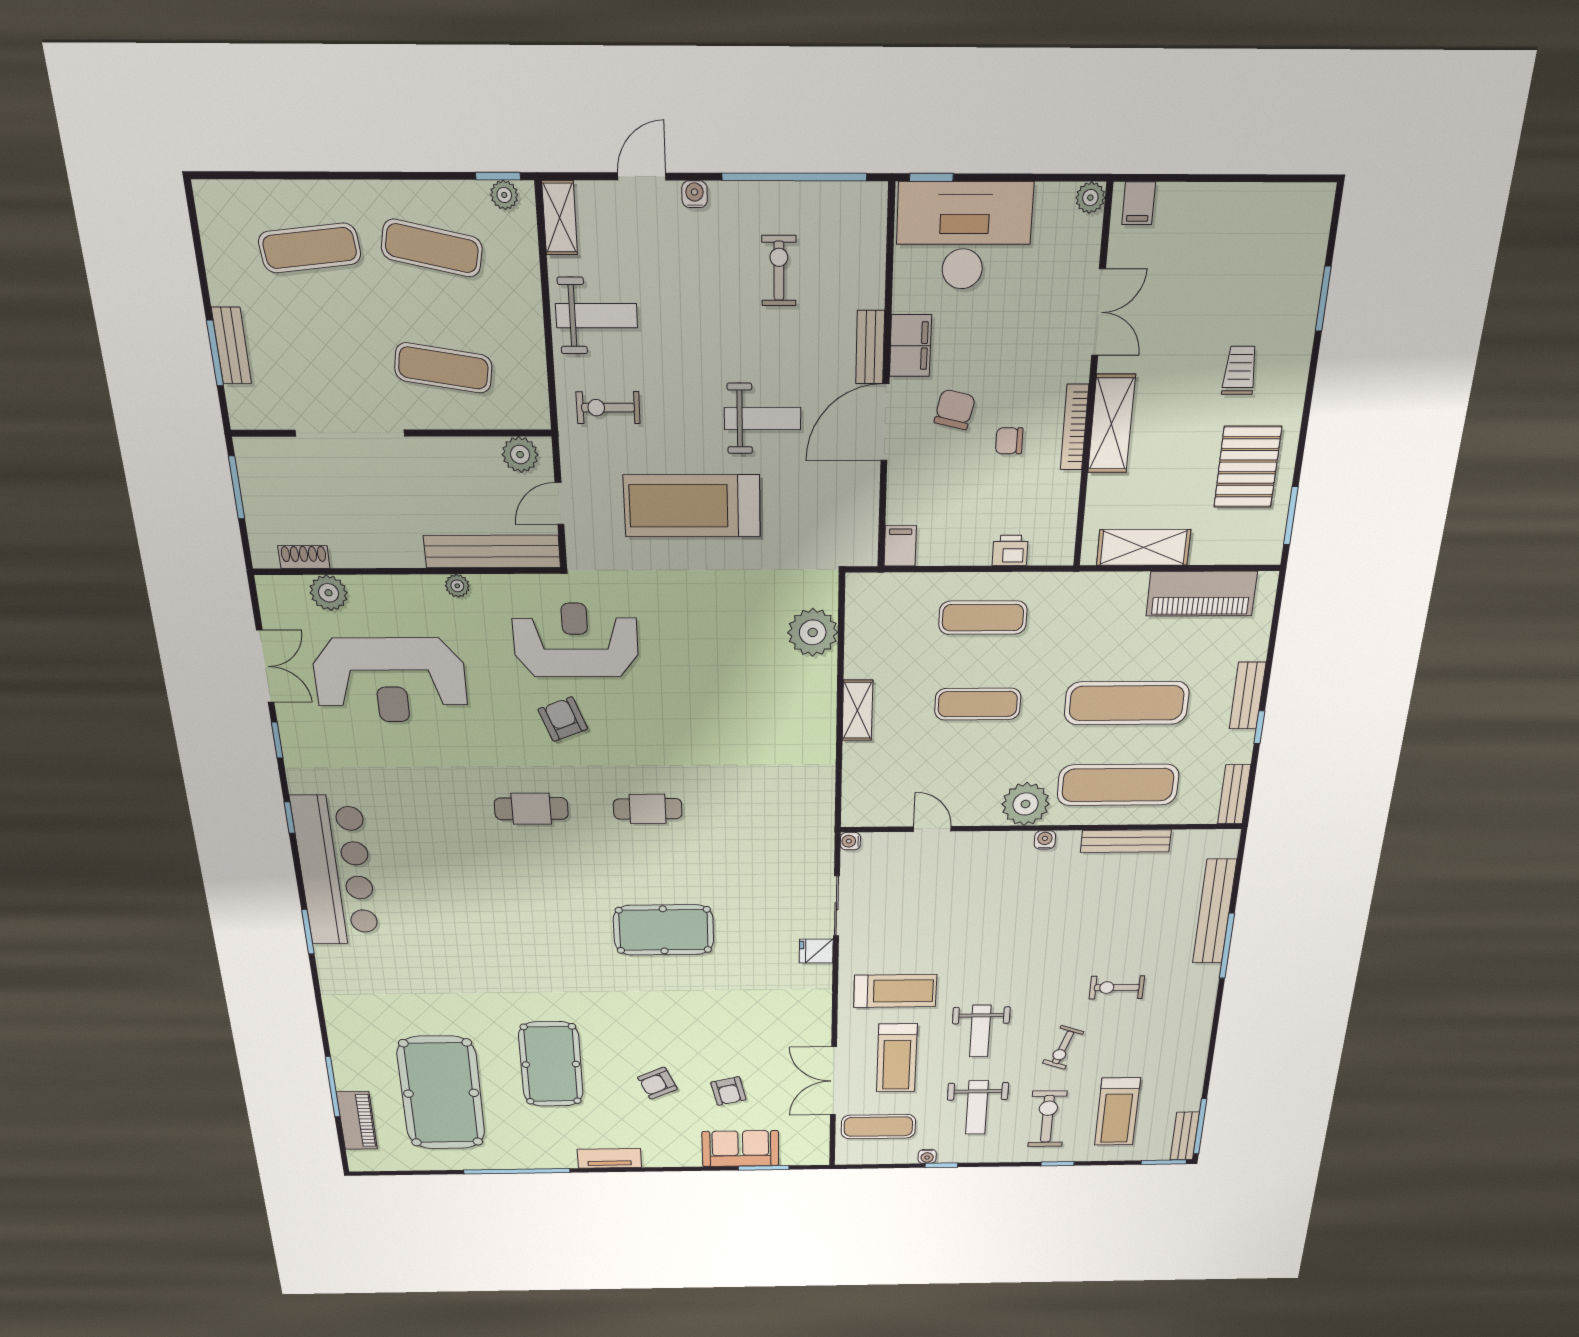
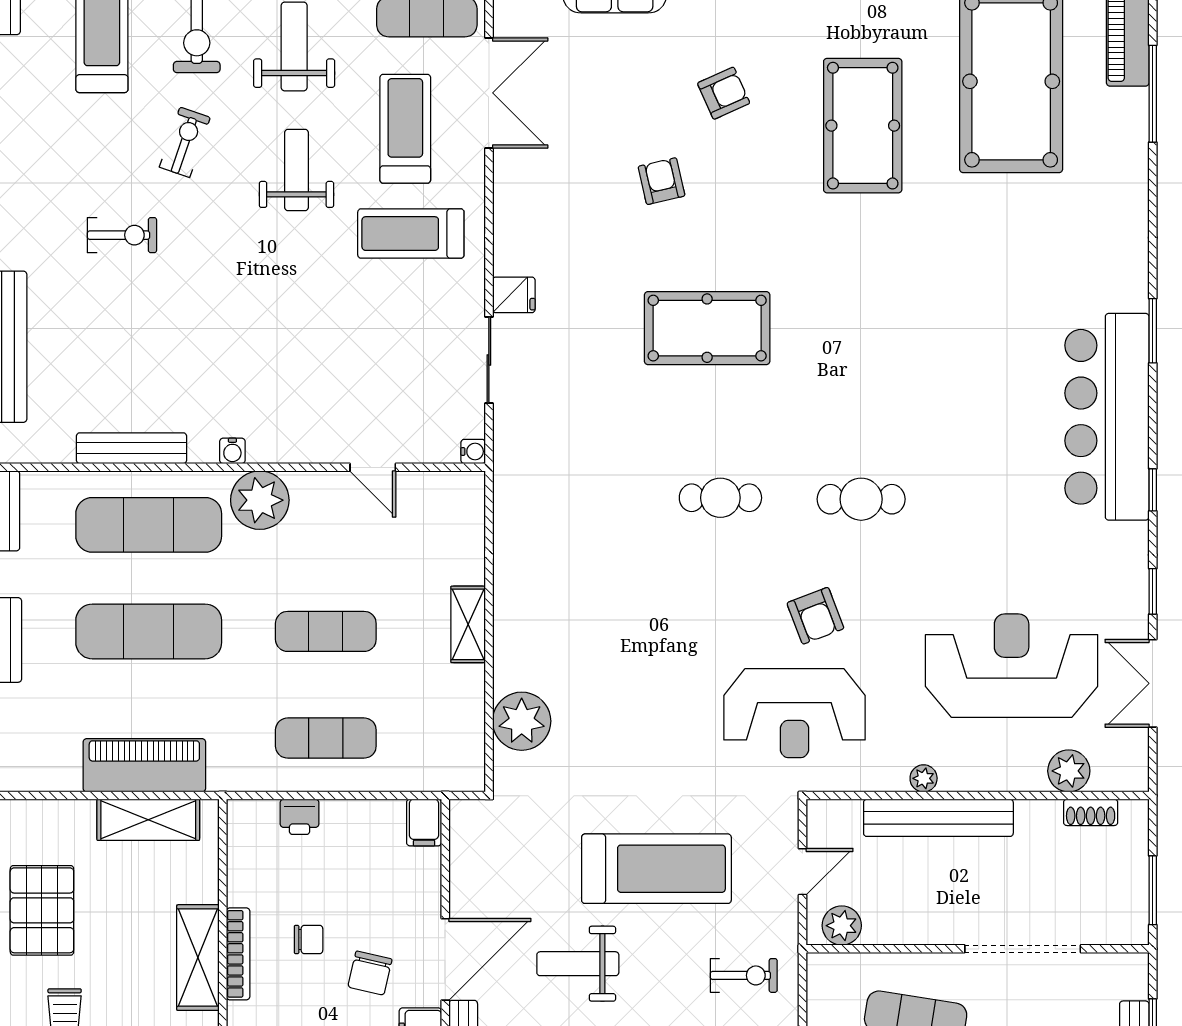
bench: (492, 552) -> (938, 818), moved
piano: (1202, 594) -> (144, 765), moved
armchair: (728, 1091) -> (662, 181), moved

